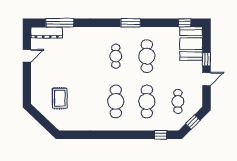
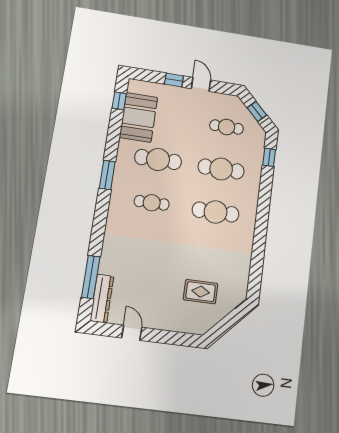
booth: (191, 44) -> (139, 117), moved, turned 90

